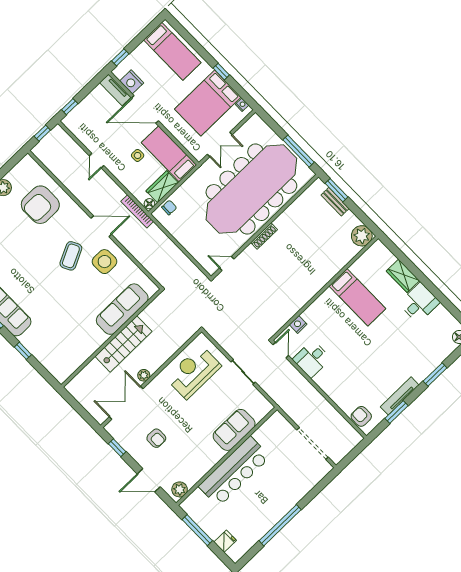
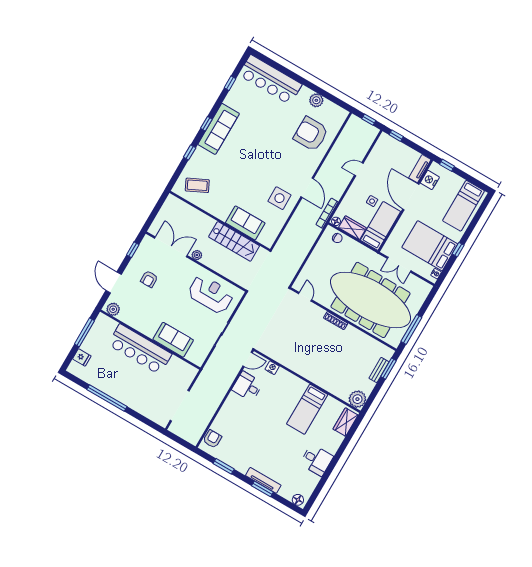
coffee table: (71, 256) -> (197, 185), moved
wardrobe: (403, 276) -> (346, 422), moved
sofa: (122, 309) -> (245, 223), width x0.73
stairs: (123, 344) -> (234, 241), moved
tv unit: (400, 396) -> (263, 480), moved

